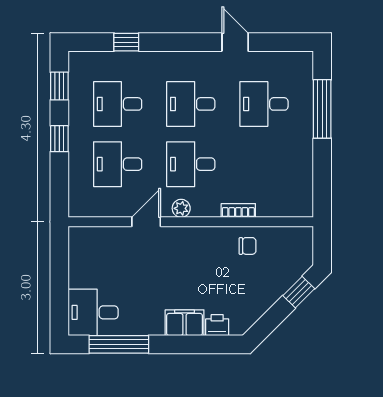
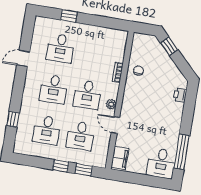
window: (59, 86) -> (84, 170), moved
window: (322, 109) -> (69, 16), width x0.46
filing cabinet: (185, 323) -> (120, 158), moved, turned 180

